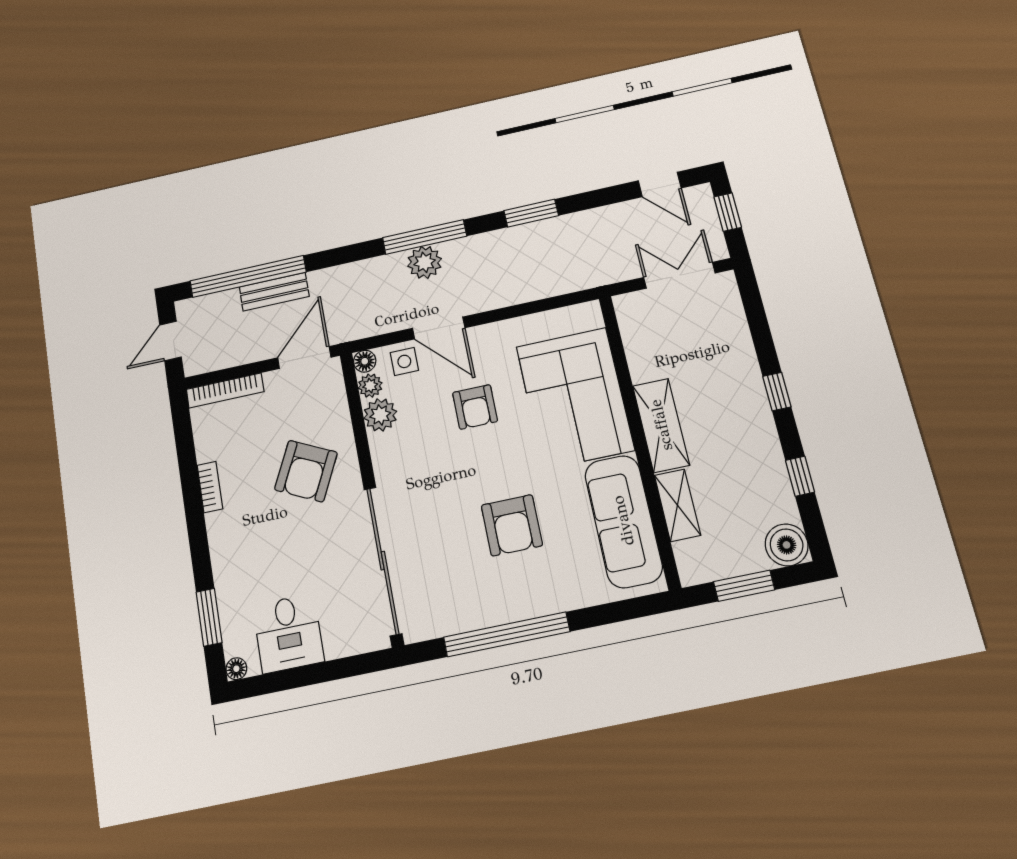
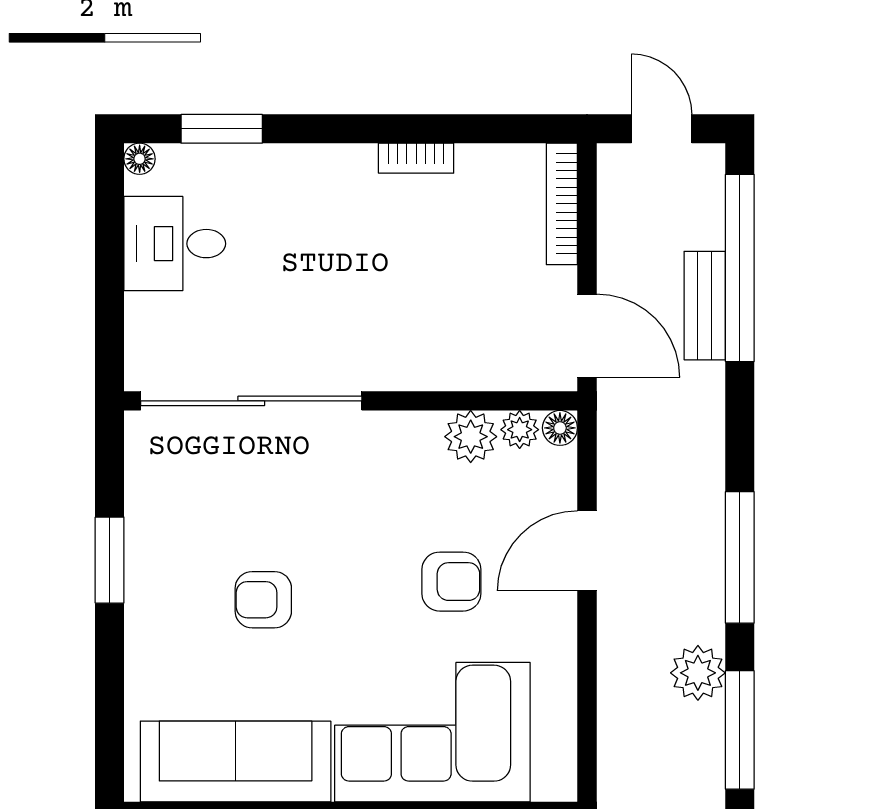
window: (531, 213) -> (740, 730), width x1.44
plant: (425, 262) -> (698, 673), moved
side table: (404, 361) -> (546, 488), removed
armchair: (475, 407) -> (451, 582), turned 180
armchair: (306, 471) -> (409, 309), removed
armchair: (512, 525) -> (263, 600), width x0.72, depth x0.72
window: (507, 634) -> (110, 560), width x0.47

